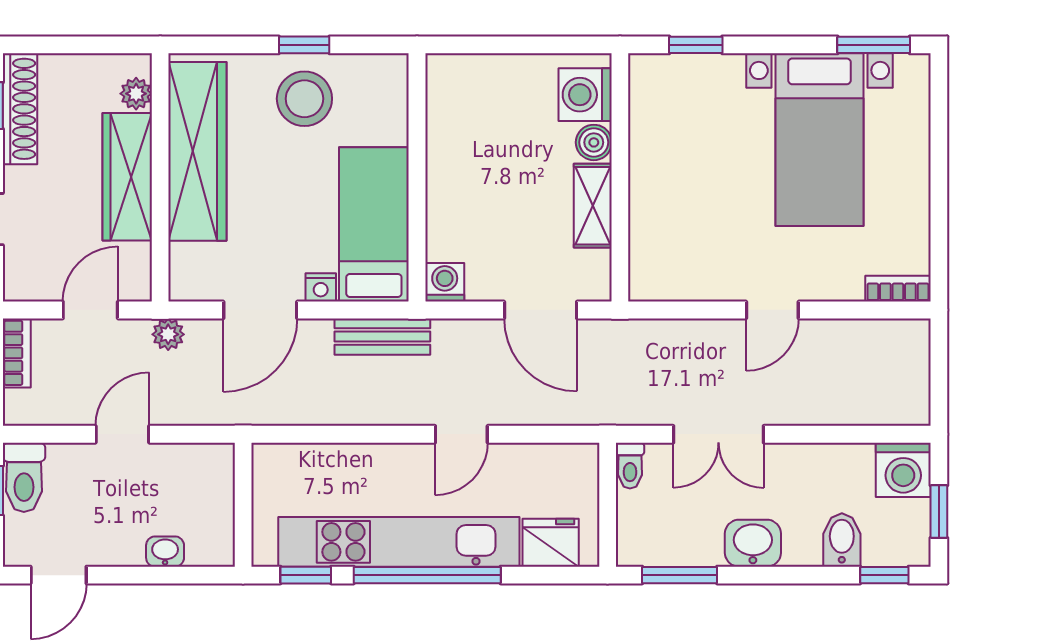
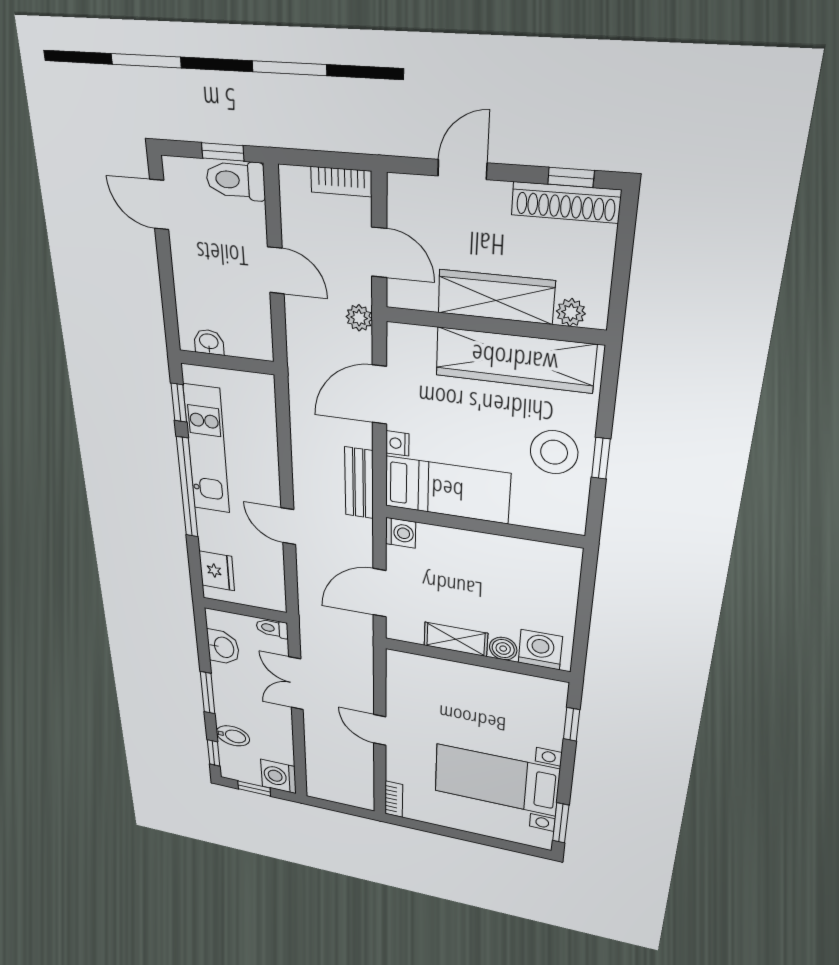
door: (260, 310) -> (379, 395), hinge flipped
kitchen unit: (399, 542) -> (207, 450), width x0.73
washbasin: (753, 543) -> (223, 647), moved
washbasin: (165, 552) -> (209, 342), moved, turned -90
window: (680, 575) -> (208, 693), moved

